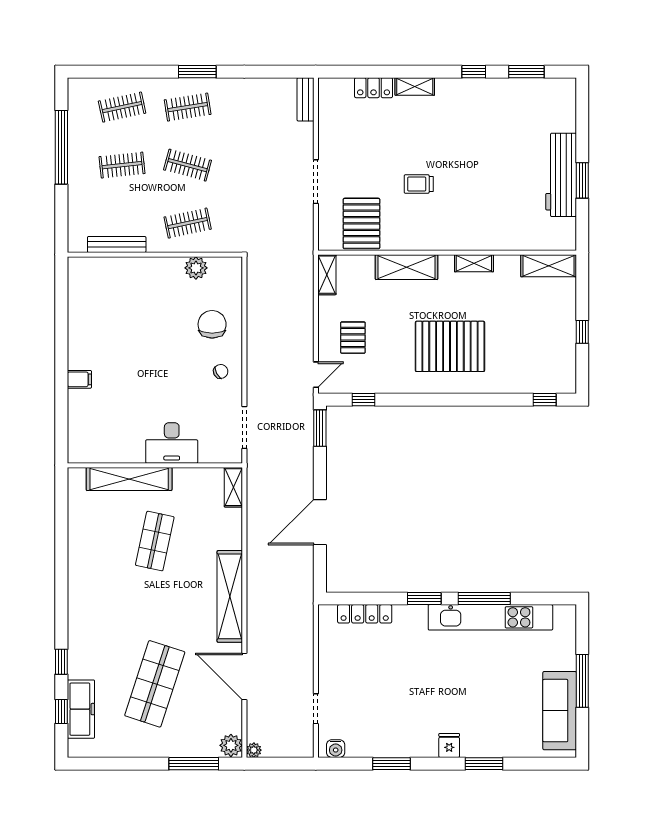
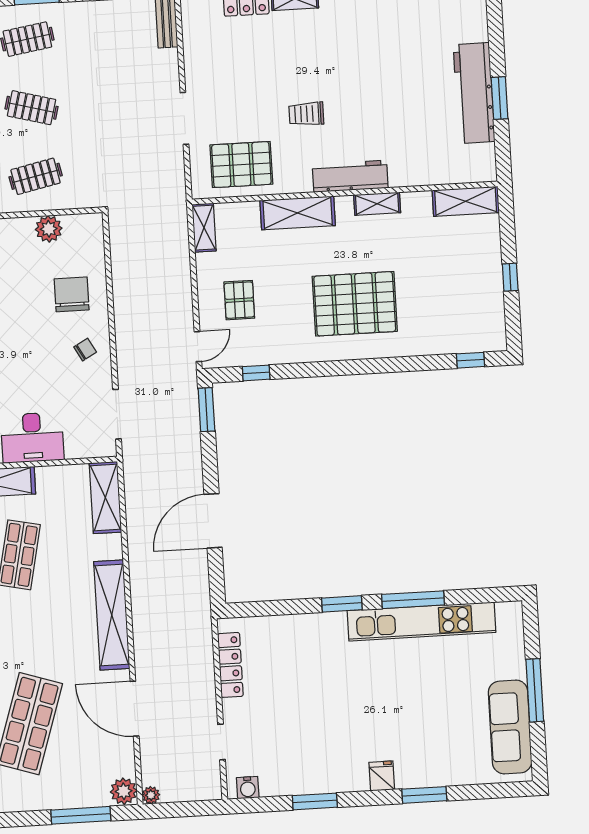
pallet: (361, 223) -> (241, 165), turned 90
workbench: (453, 239) -> (350, 176), added
shelving: (233, 487) -> (105, 498), width x1.50, depth x1.33
locker: (365, 614) -> (230, 665), moved, turned -90

